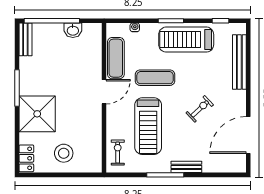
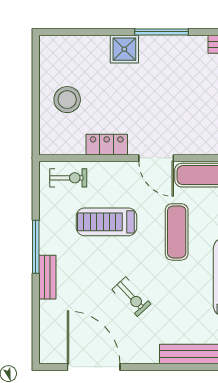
shower: (37, 114) -> (124, 49), width x0.54, depth x0.54
treadmill: (148, 126) -> (106, 222), width x0.73, depth x0.73
locker: (26, 158) -> (107, 145), moved, turned 180

